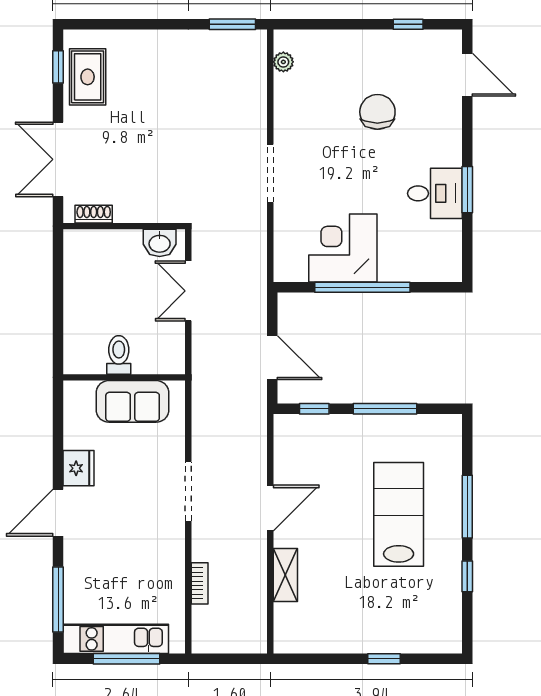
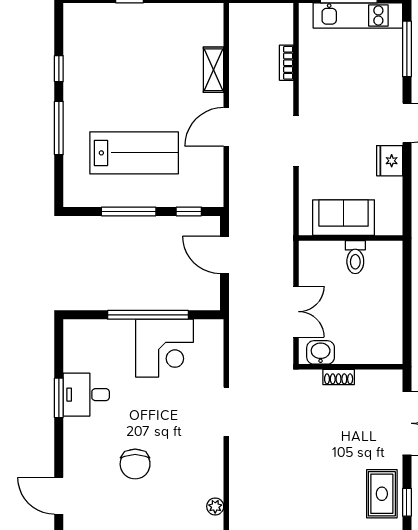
shoe rack: (94, 214) -> (339, 377), moved
lab bench: (399, 514) -> (134, 153), moved, turned -90

